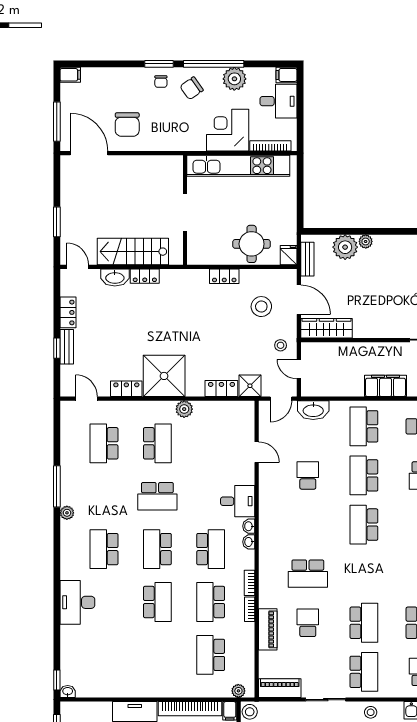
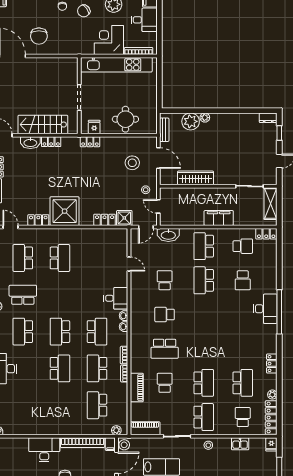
fridge: (289, 255) -> (94, 127), moved
locker: (224, 276) -> (90, 142), moved
wardrobe: (326, 328) -> (196, 178), moved
plant: (184, 409) -> (79, 234), removed
school desk: (157, 496) -> (23, 295), moved, turned 180
school desk: (364, 525) -> (165, 315), moved, width x0.54

